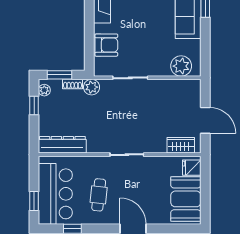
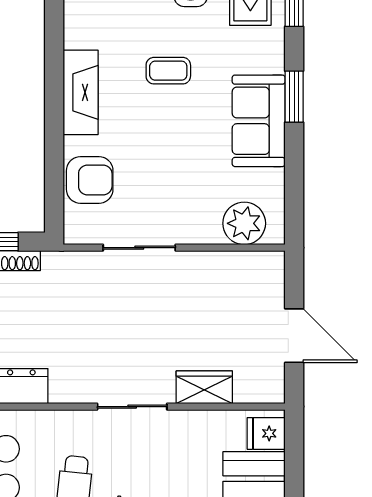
plant: (92, 87) -> (59, 267), removed
wardrobe: (181, 145) -> (204, 387), moved

